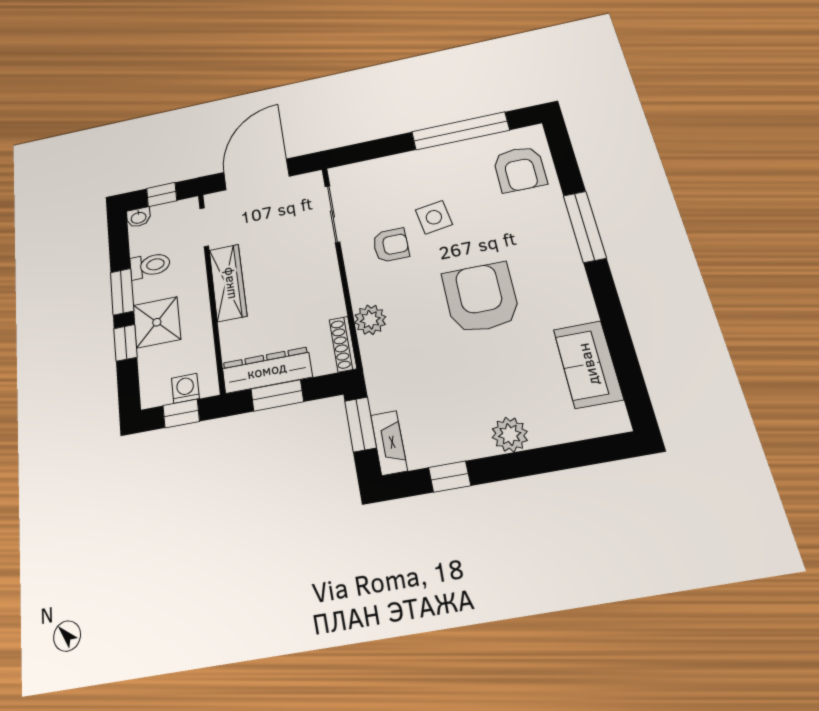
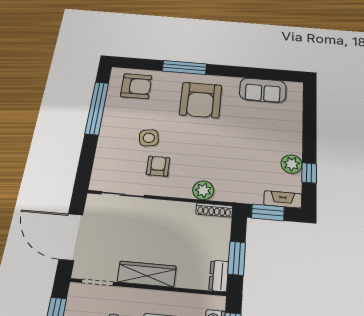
armchair: (481, 298) -> (201, 100), moved, turned -90
dresser: (267, 370) -> (219, 276), width x0.51, depth x0.80
plant: (510, 435) -> (292, 164), moved

